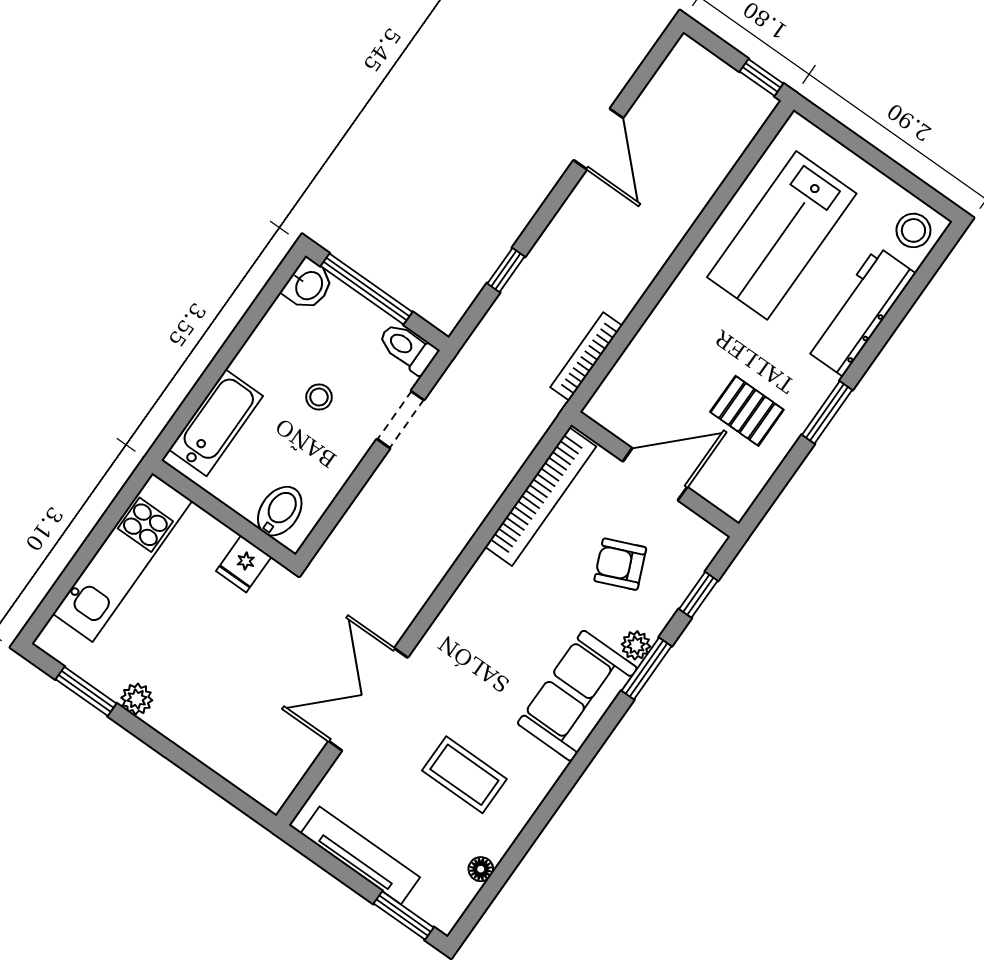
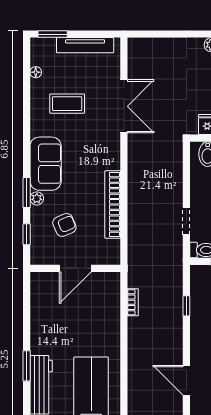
bookcase: (586, 356) -> (133, 302), width x0.64
pallet: (747, 411) -> (57, 317), removed
window: (827, 412) -> (27, 366), moved
bookcase: (541, 497) -> (113, 204), moved

